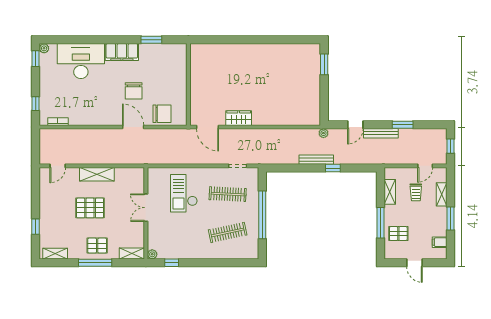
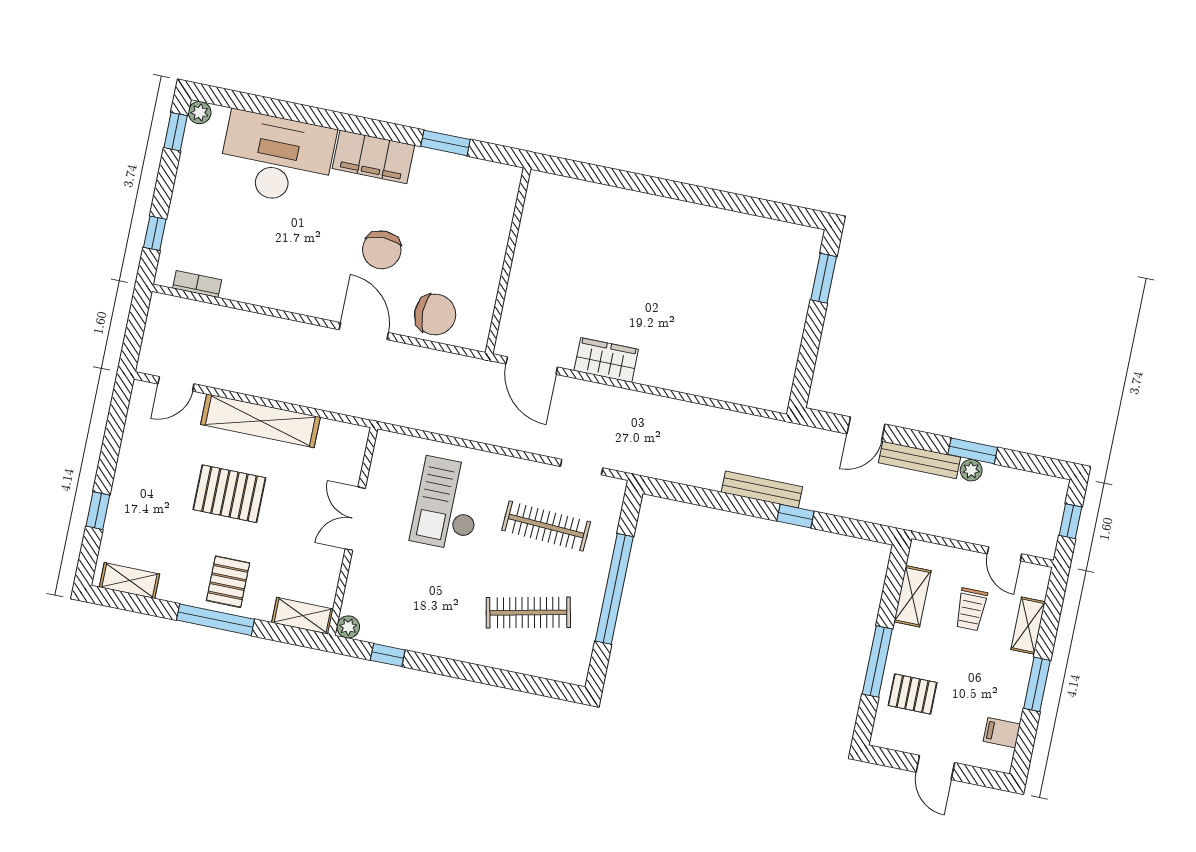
plant: (323, 133) -> (971, 470), moved
door: (425, 166) -> (1004, 554), hinge flipped
shelving: (97, 174) -> (260, 421), width x1.47
pallet: (97, 246) -> (228, 582), turned 90

